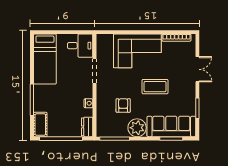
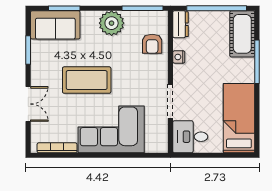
double door: (197, 69) -> (28, 104), swing flipped
coffee table: (155, 87) -> (87, 80), width x1.36, depth x1.32
armchair: (123, 105) -> (152, 44), moved
cot: (40, 124) -> (242, 34), width x1.37, depth x1.34
sofa: (171, 126) -> (55, 25), width x0.73

